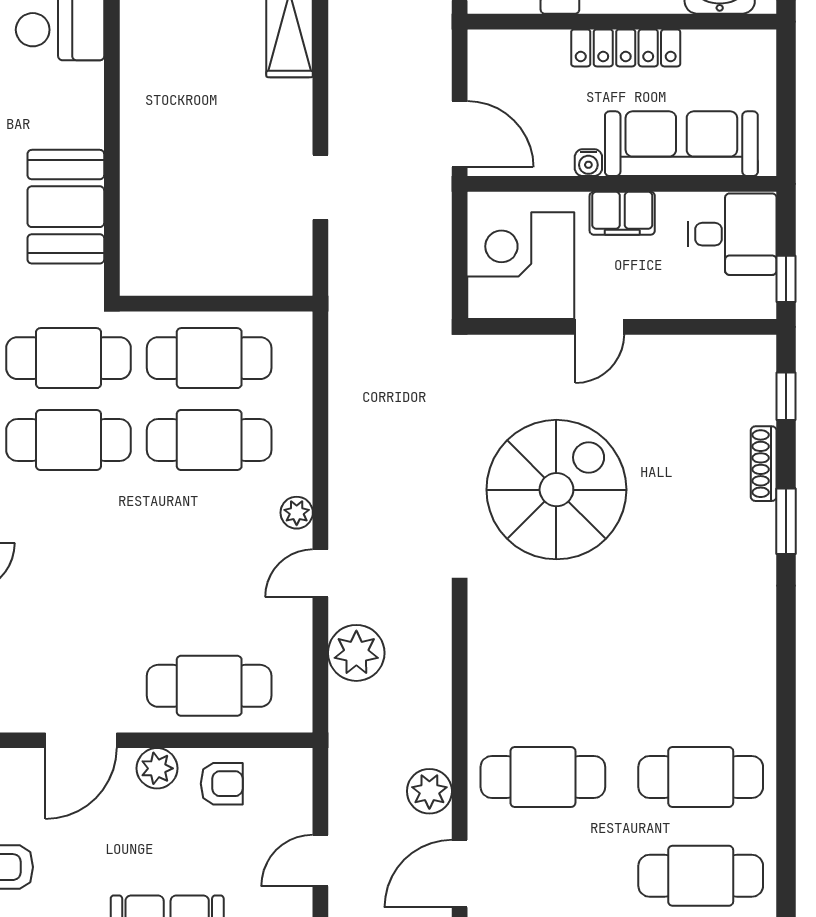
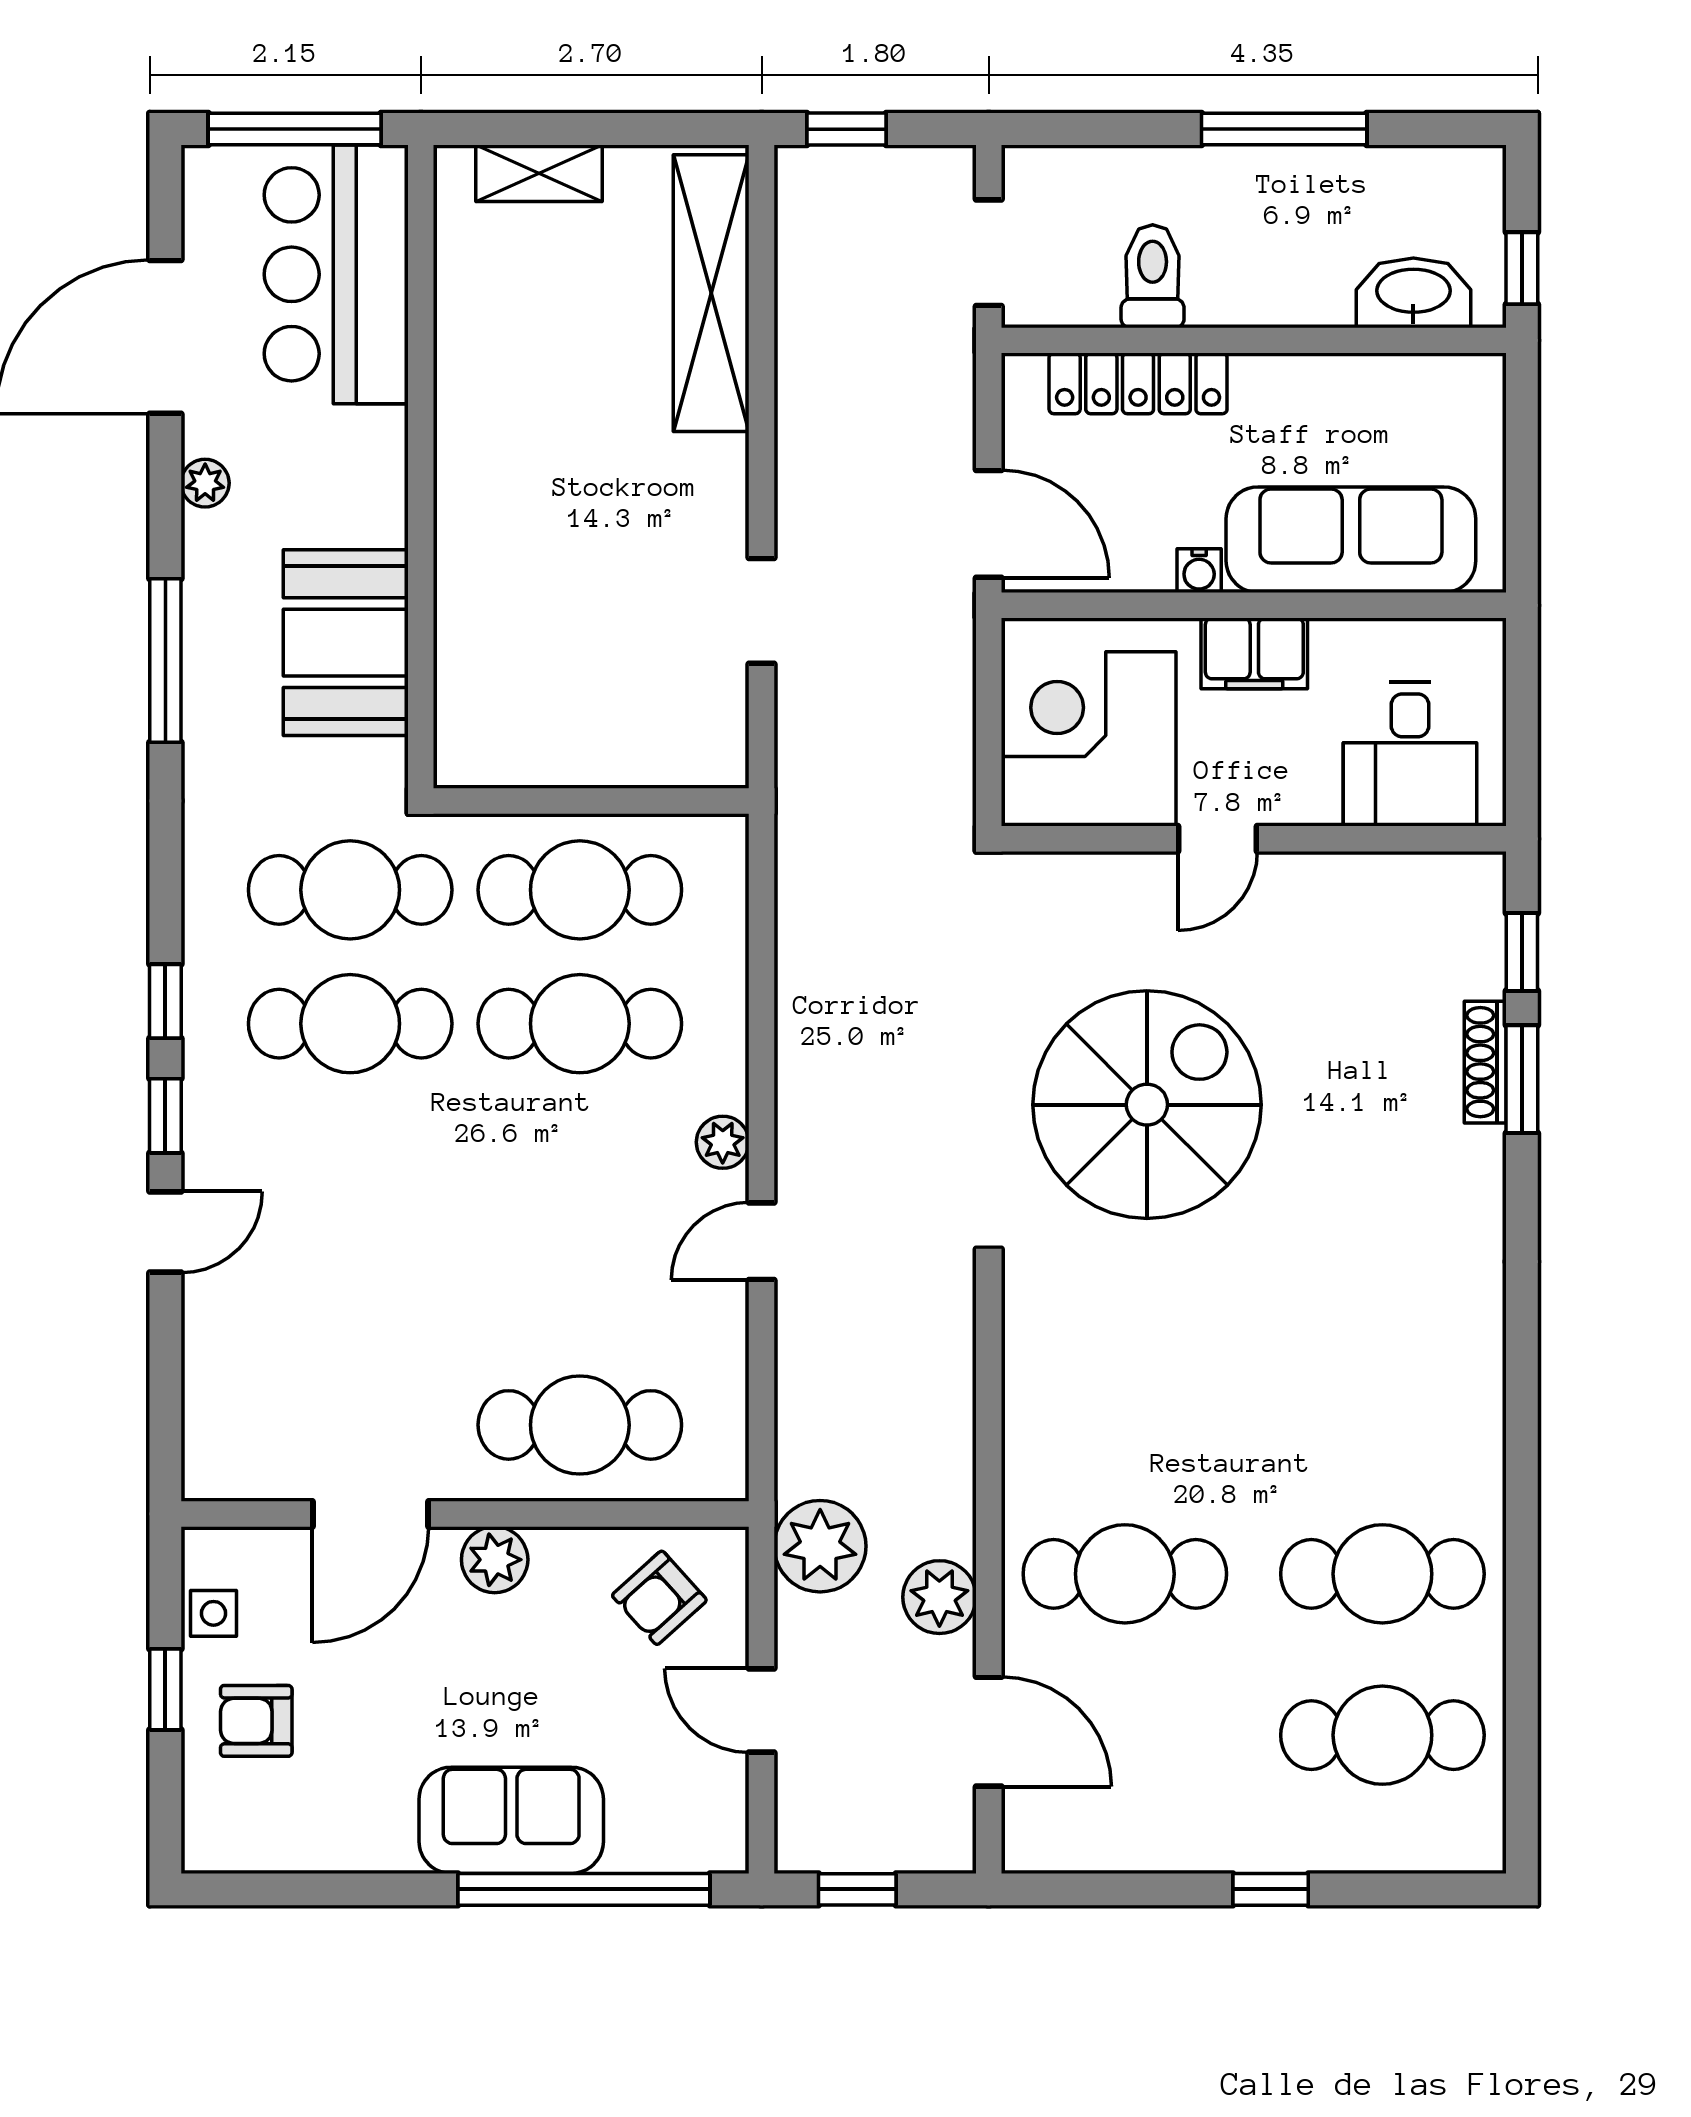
locker: (626, 48) -> (1138, 383), moved
desk: (732, 234) -> (1410, 754), moved, turned 90
window: (786, 279) -> (1522, 761), removed
window: (786, 521) -> (1522, 1079), moved
plant: (356, 653) -> (820, 1546), moved
armchair: (222, 784) -> (659, 1598), moved, turned 138
door: (320, 861) -> (762, 1710), hinge flipped
door: (460, 874) -> (989, 1732), swing flipped

